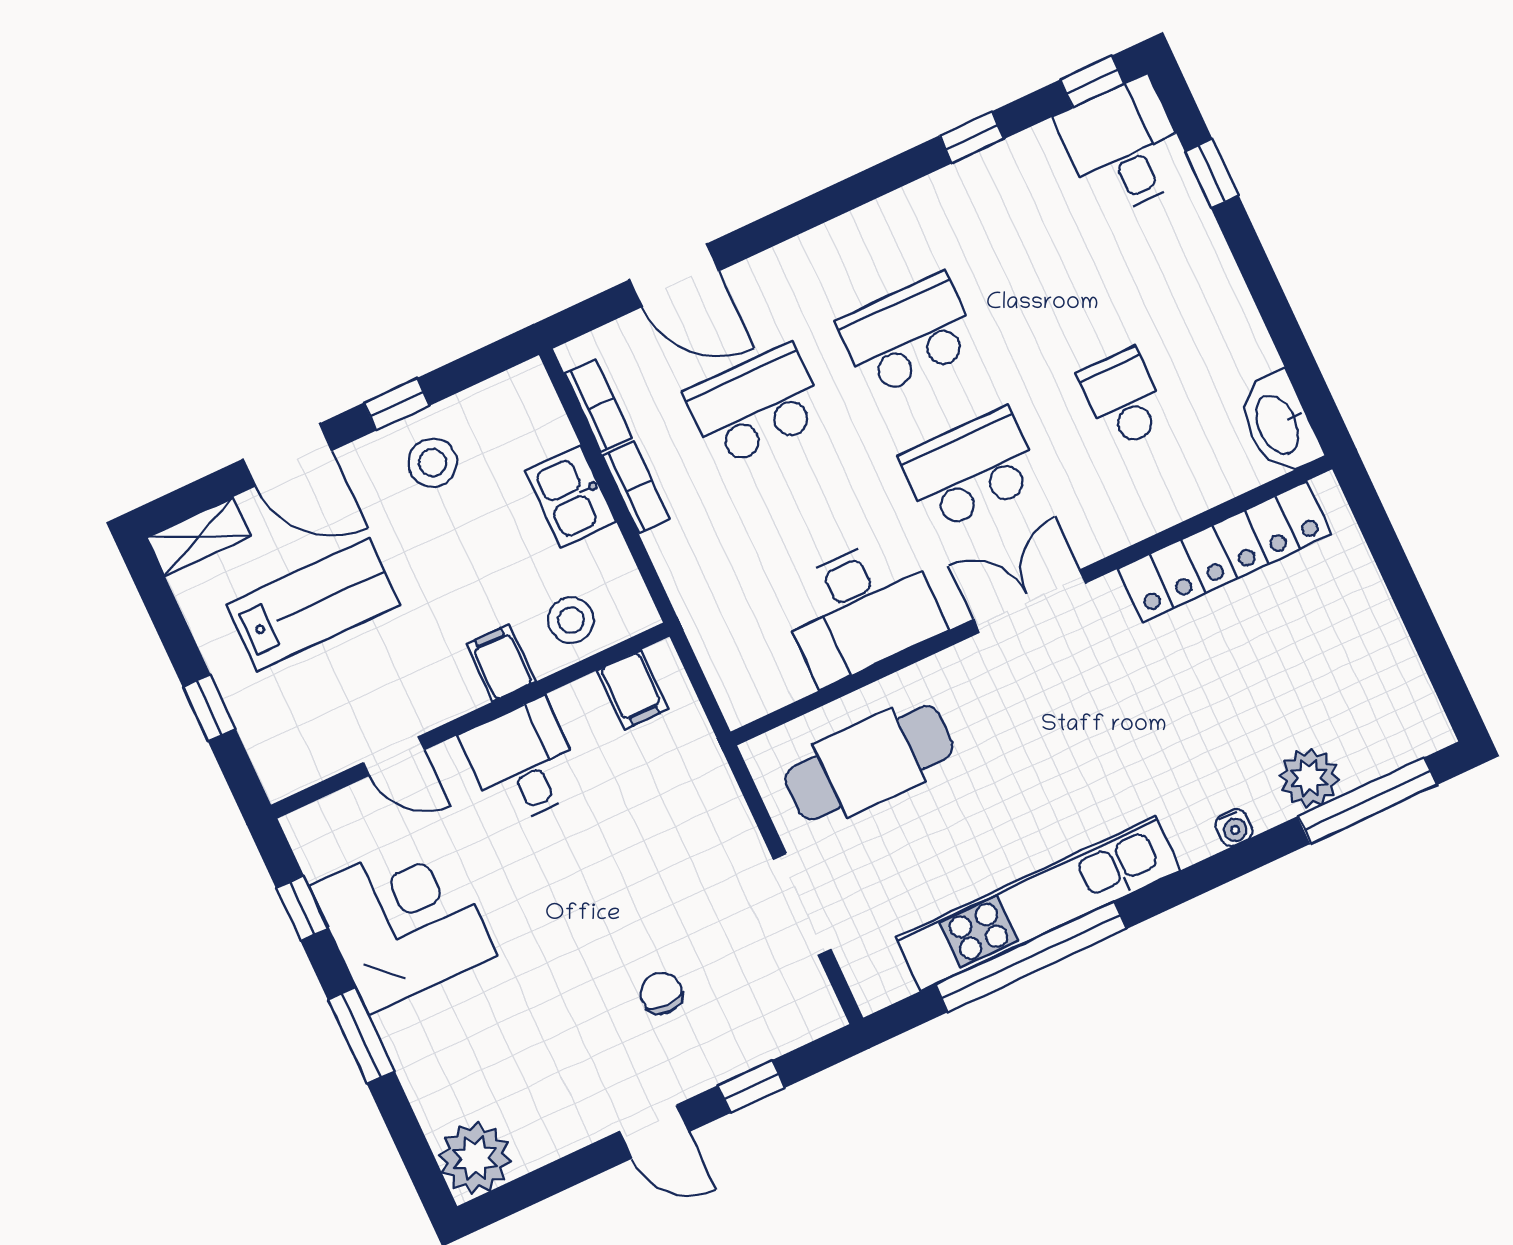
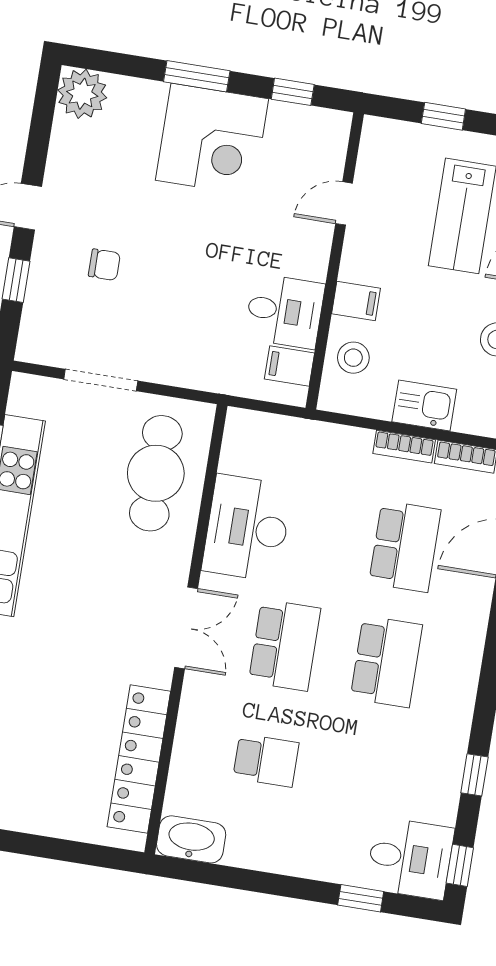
desk: (523, 762) -> (285, 311), moved
corner desk: (403, 921) -> (212, 139), moved

